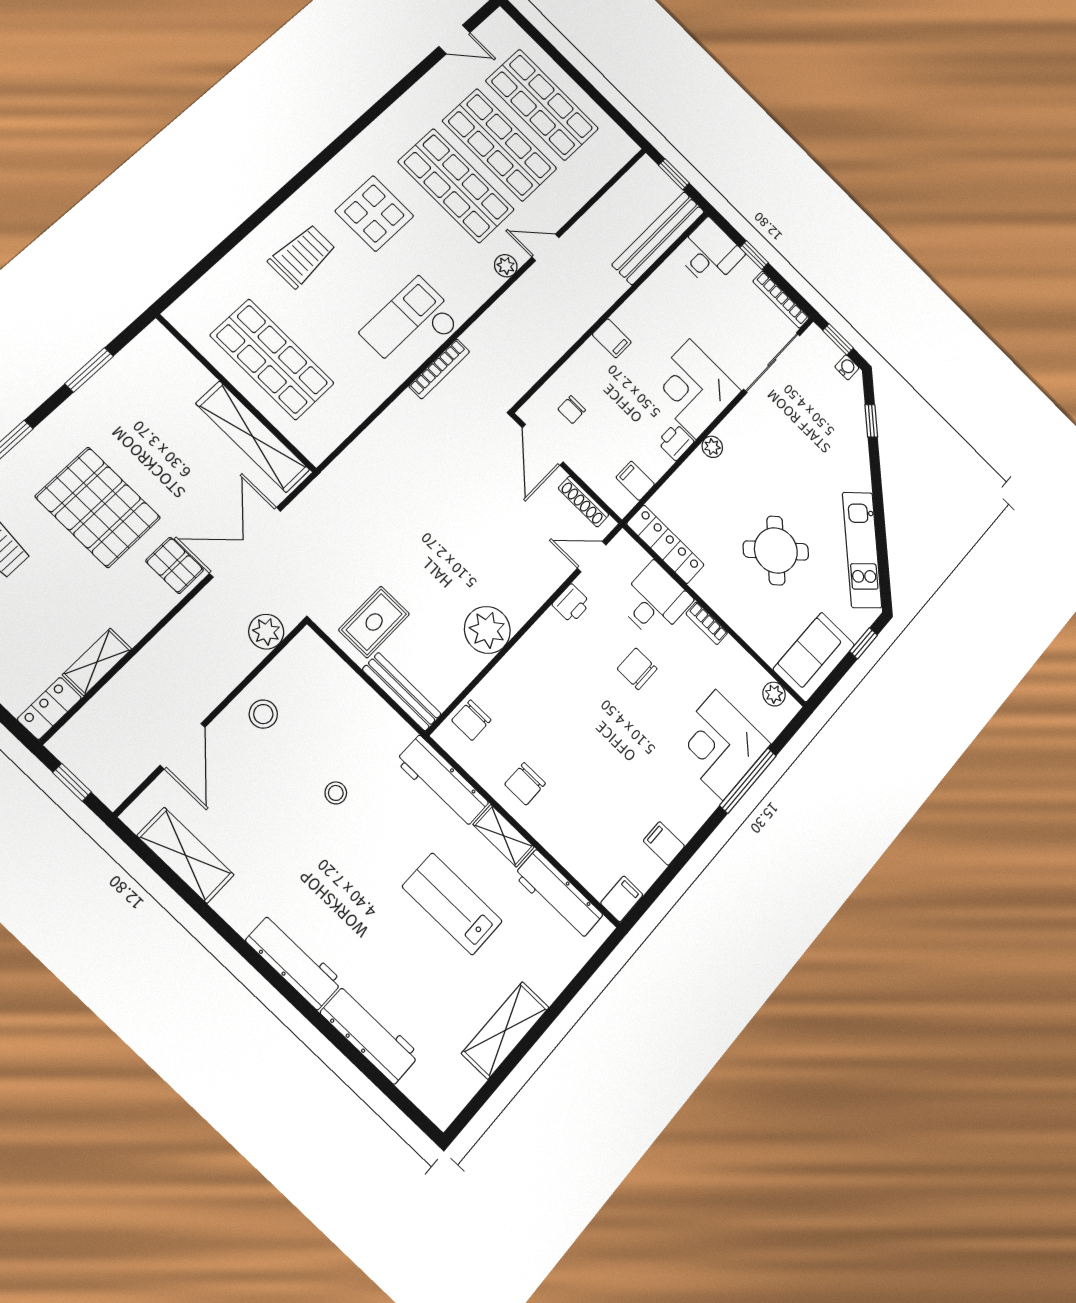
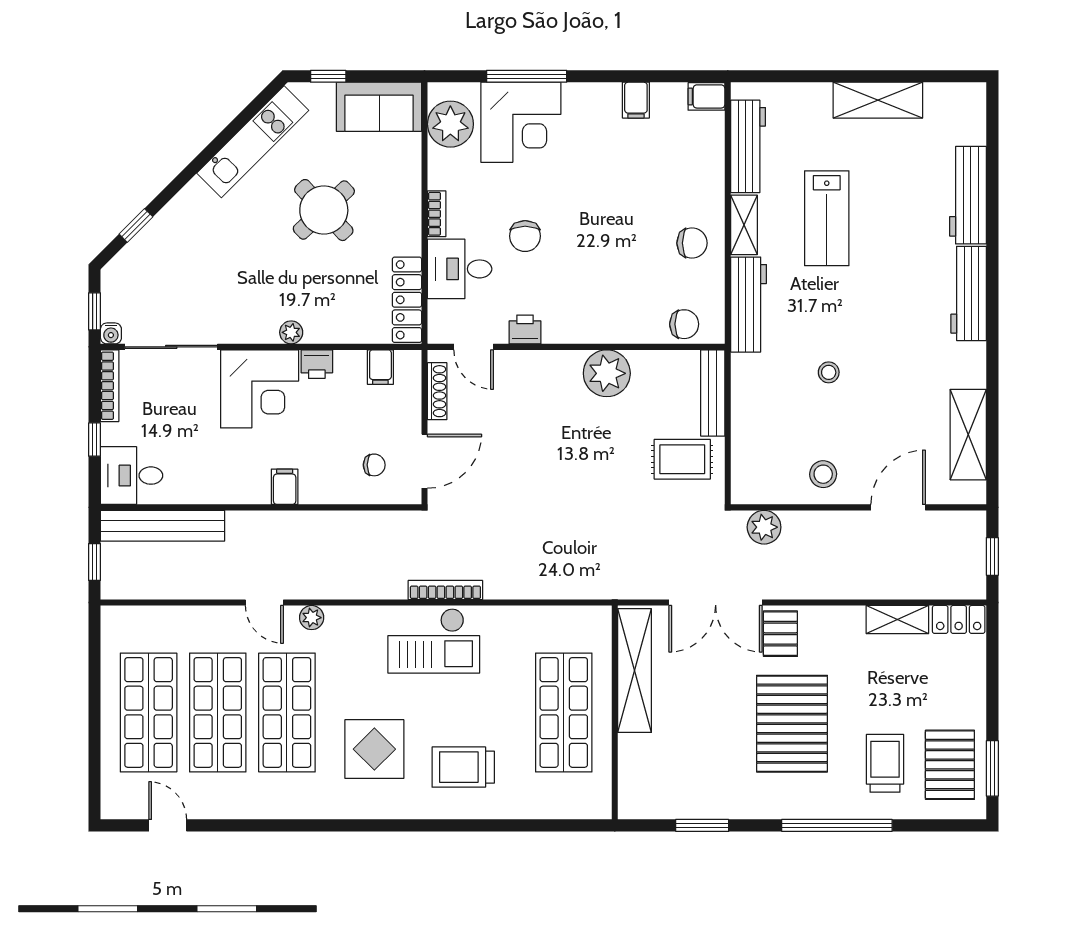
water cooler: (847, 367) -> (111, 333), moved, turned -90
plant: (774, 694) -> (450, 124), width x1.88, depth x1.88

